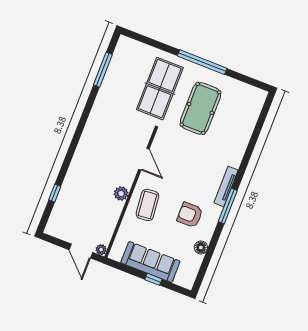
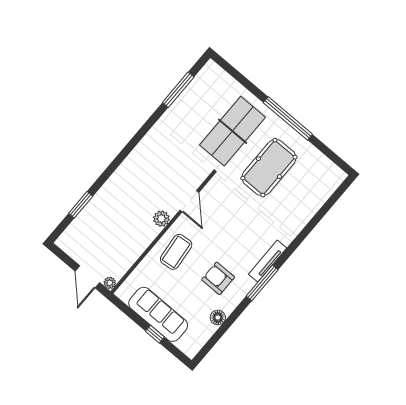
window: (55, 193) -> (81, 205), width x1.50
plant: (121, 193) -> (161, 219), moved

